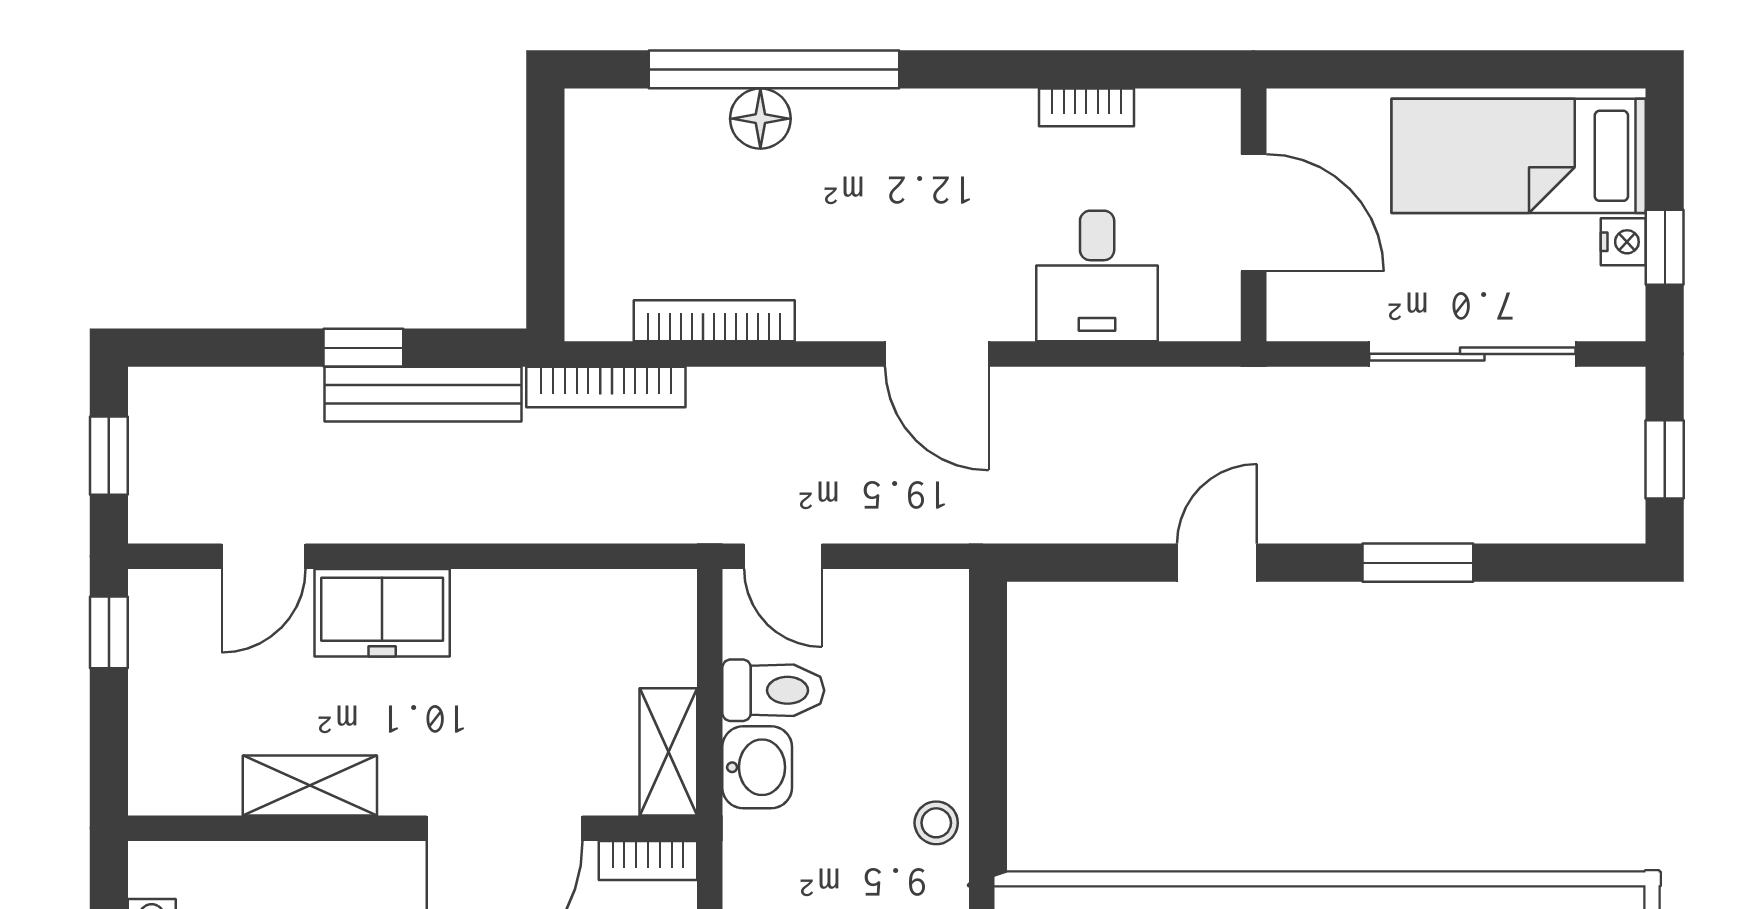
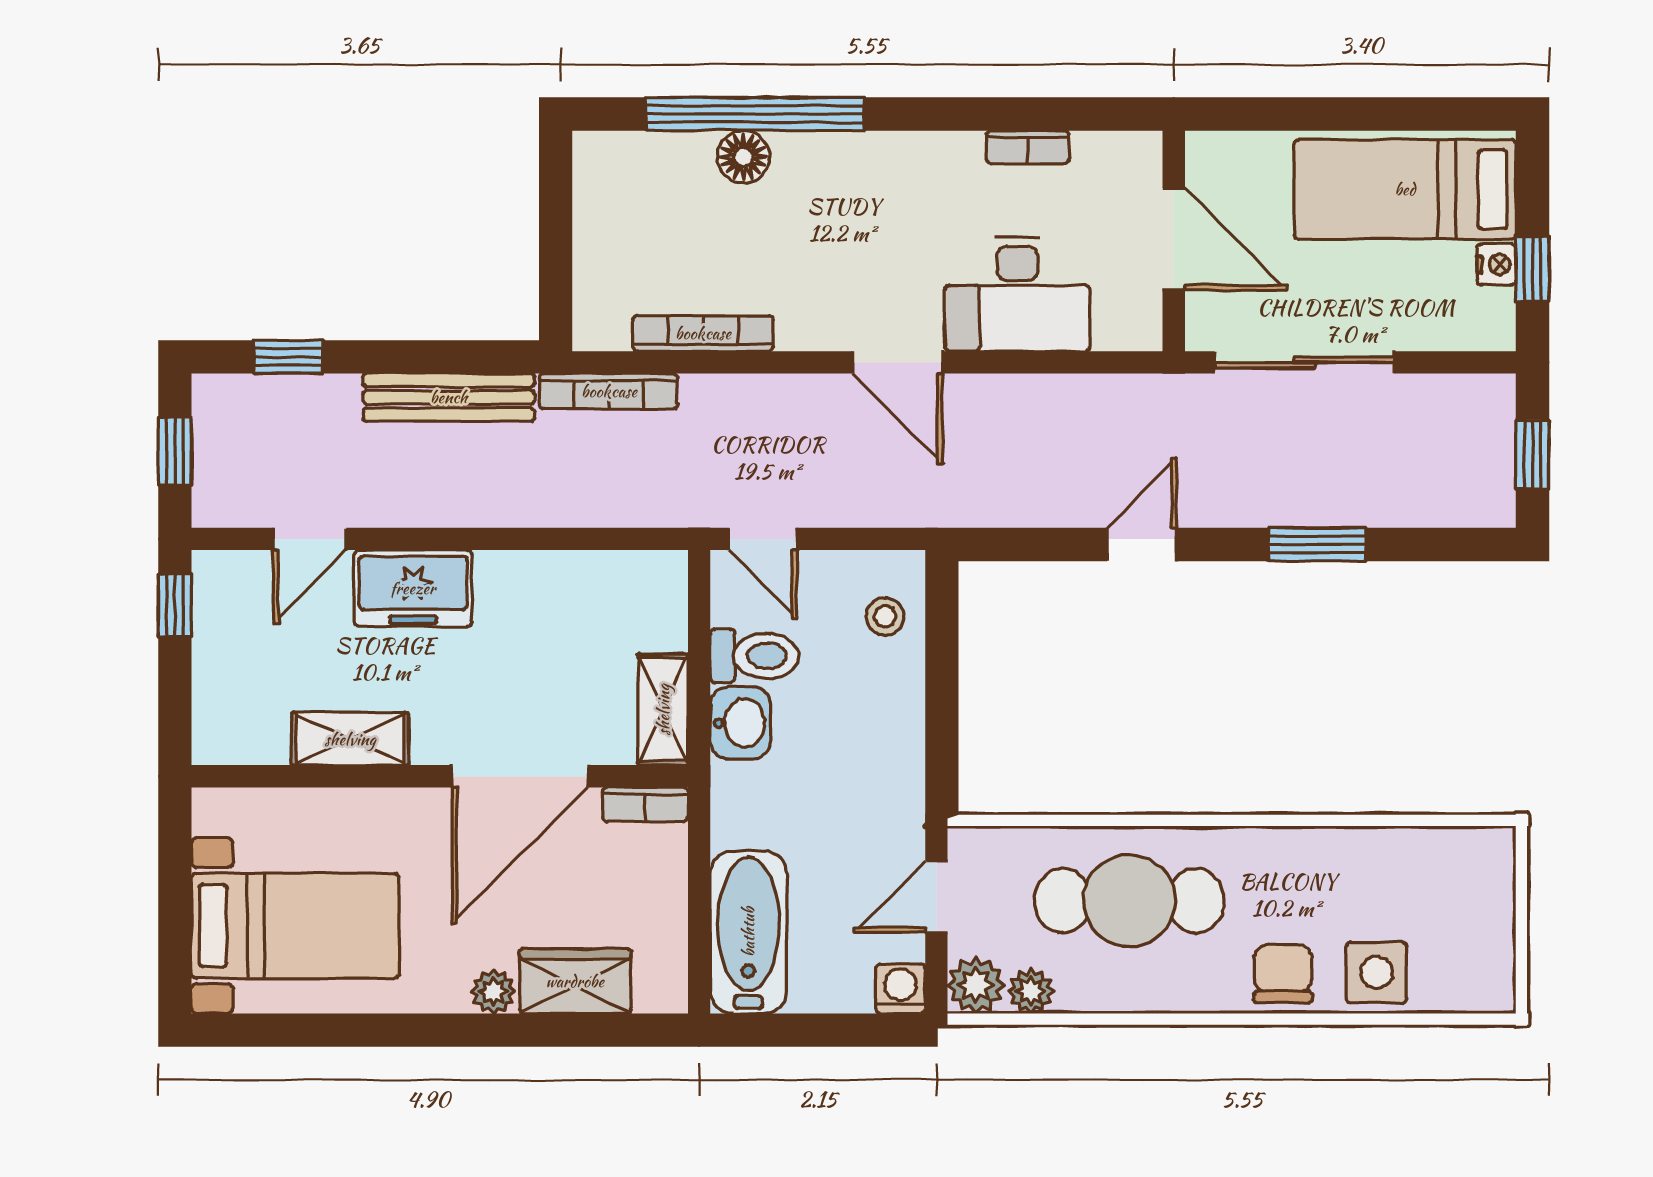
desk: (1097, 276) -> (1017, 294), width x1.37
window: (363, 348) -> (289, 357), moved
sliding door: (1472, 354) -> (1304, 362), moved
stool: (936, 823) -> (885, 617), moved

